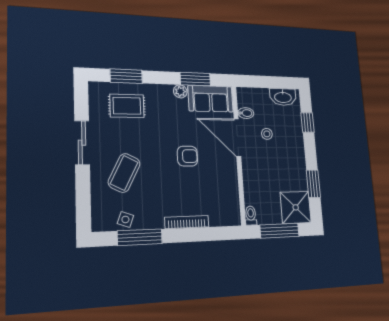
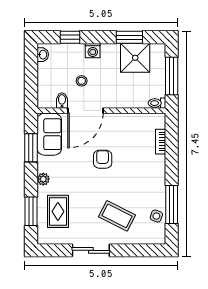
plant: (180, 91) -> (43, 179), moved
washbasin: (283, 97) -> (43, 55), width x0.52, depth x0.69
washing machine: (297, 146) -> (93, 51), added
shower: (296, 207) -> (135, 58), moved
bookcase: (187, 222) -> (161, 142), moved, width x0.64

